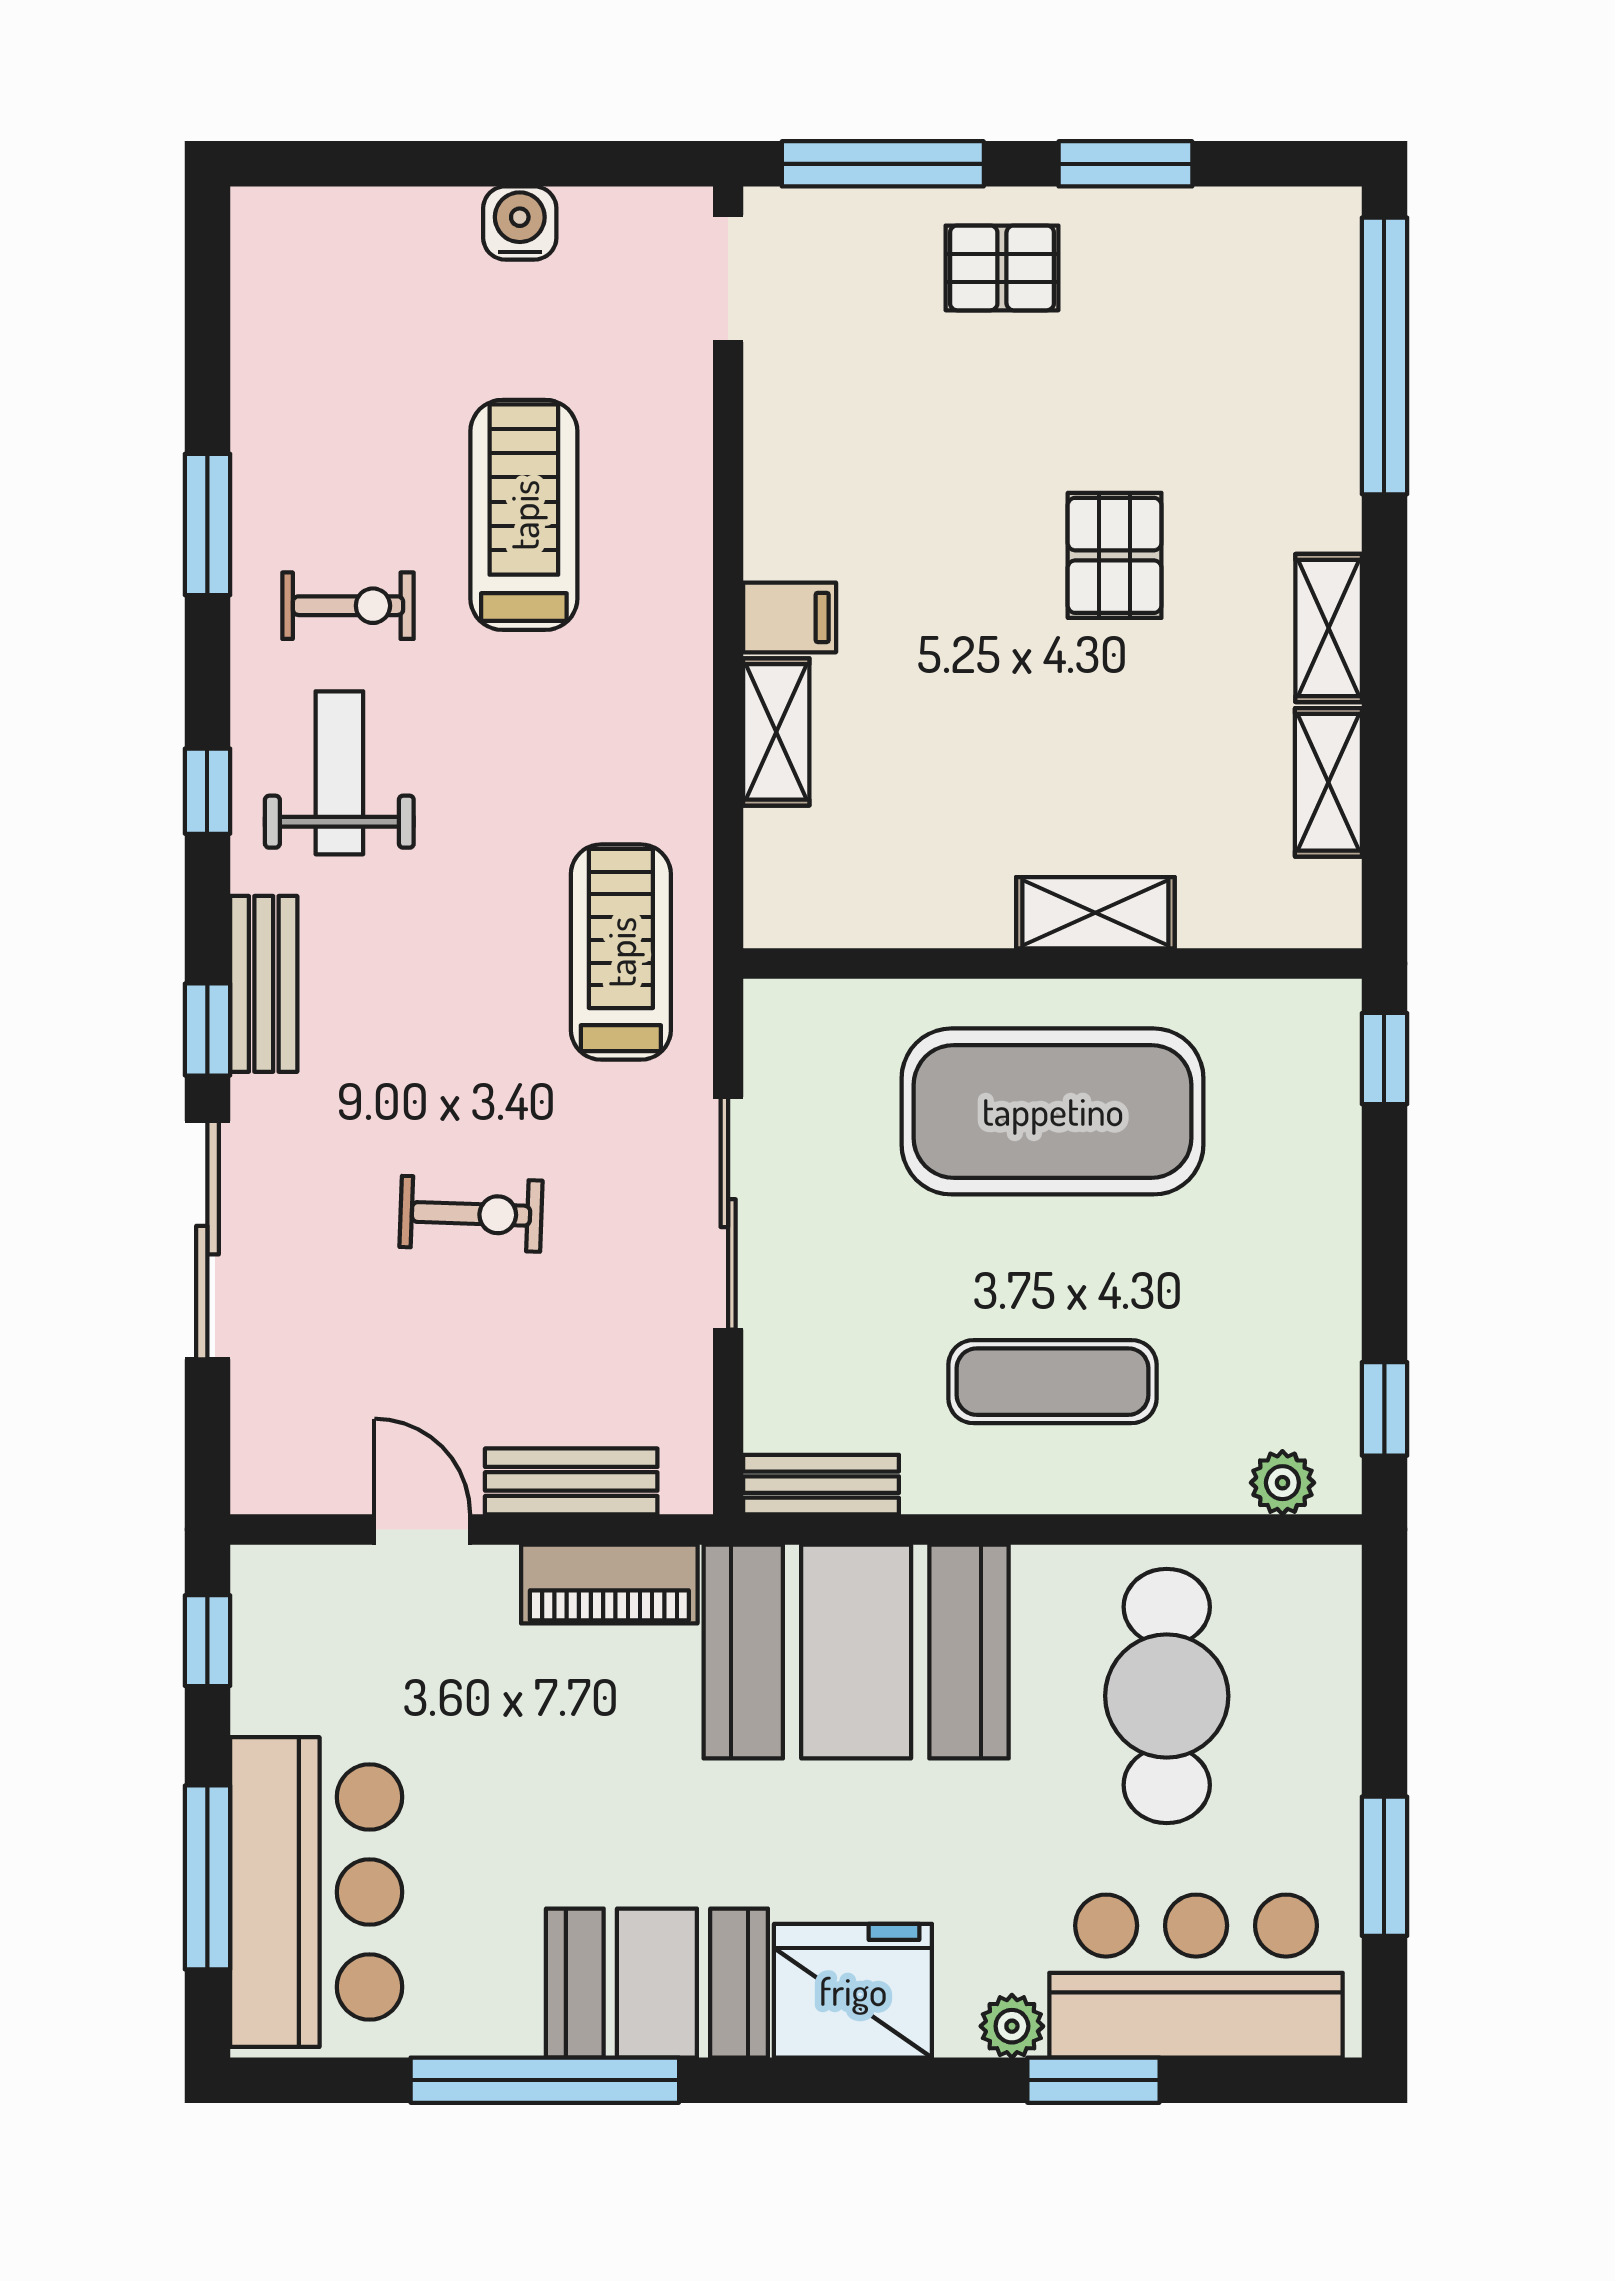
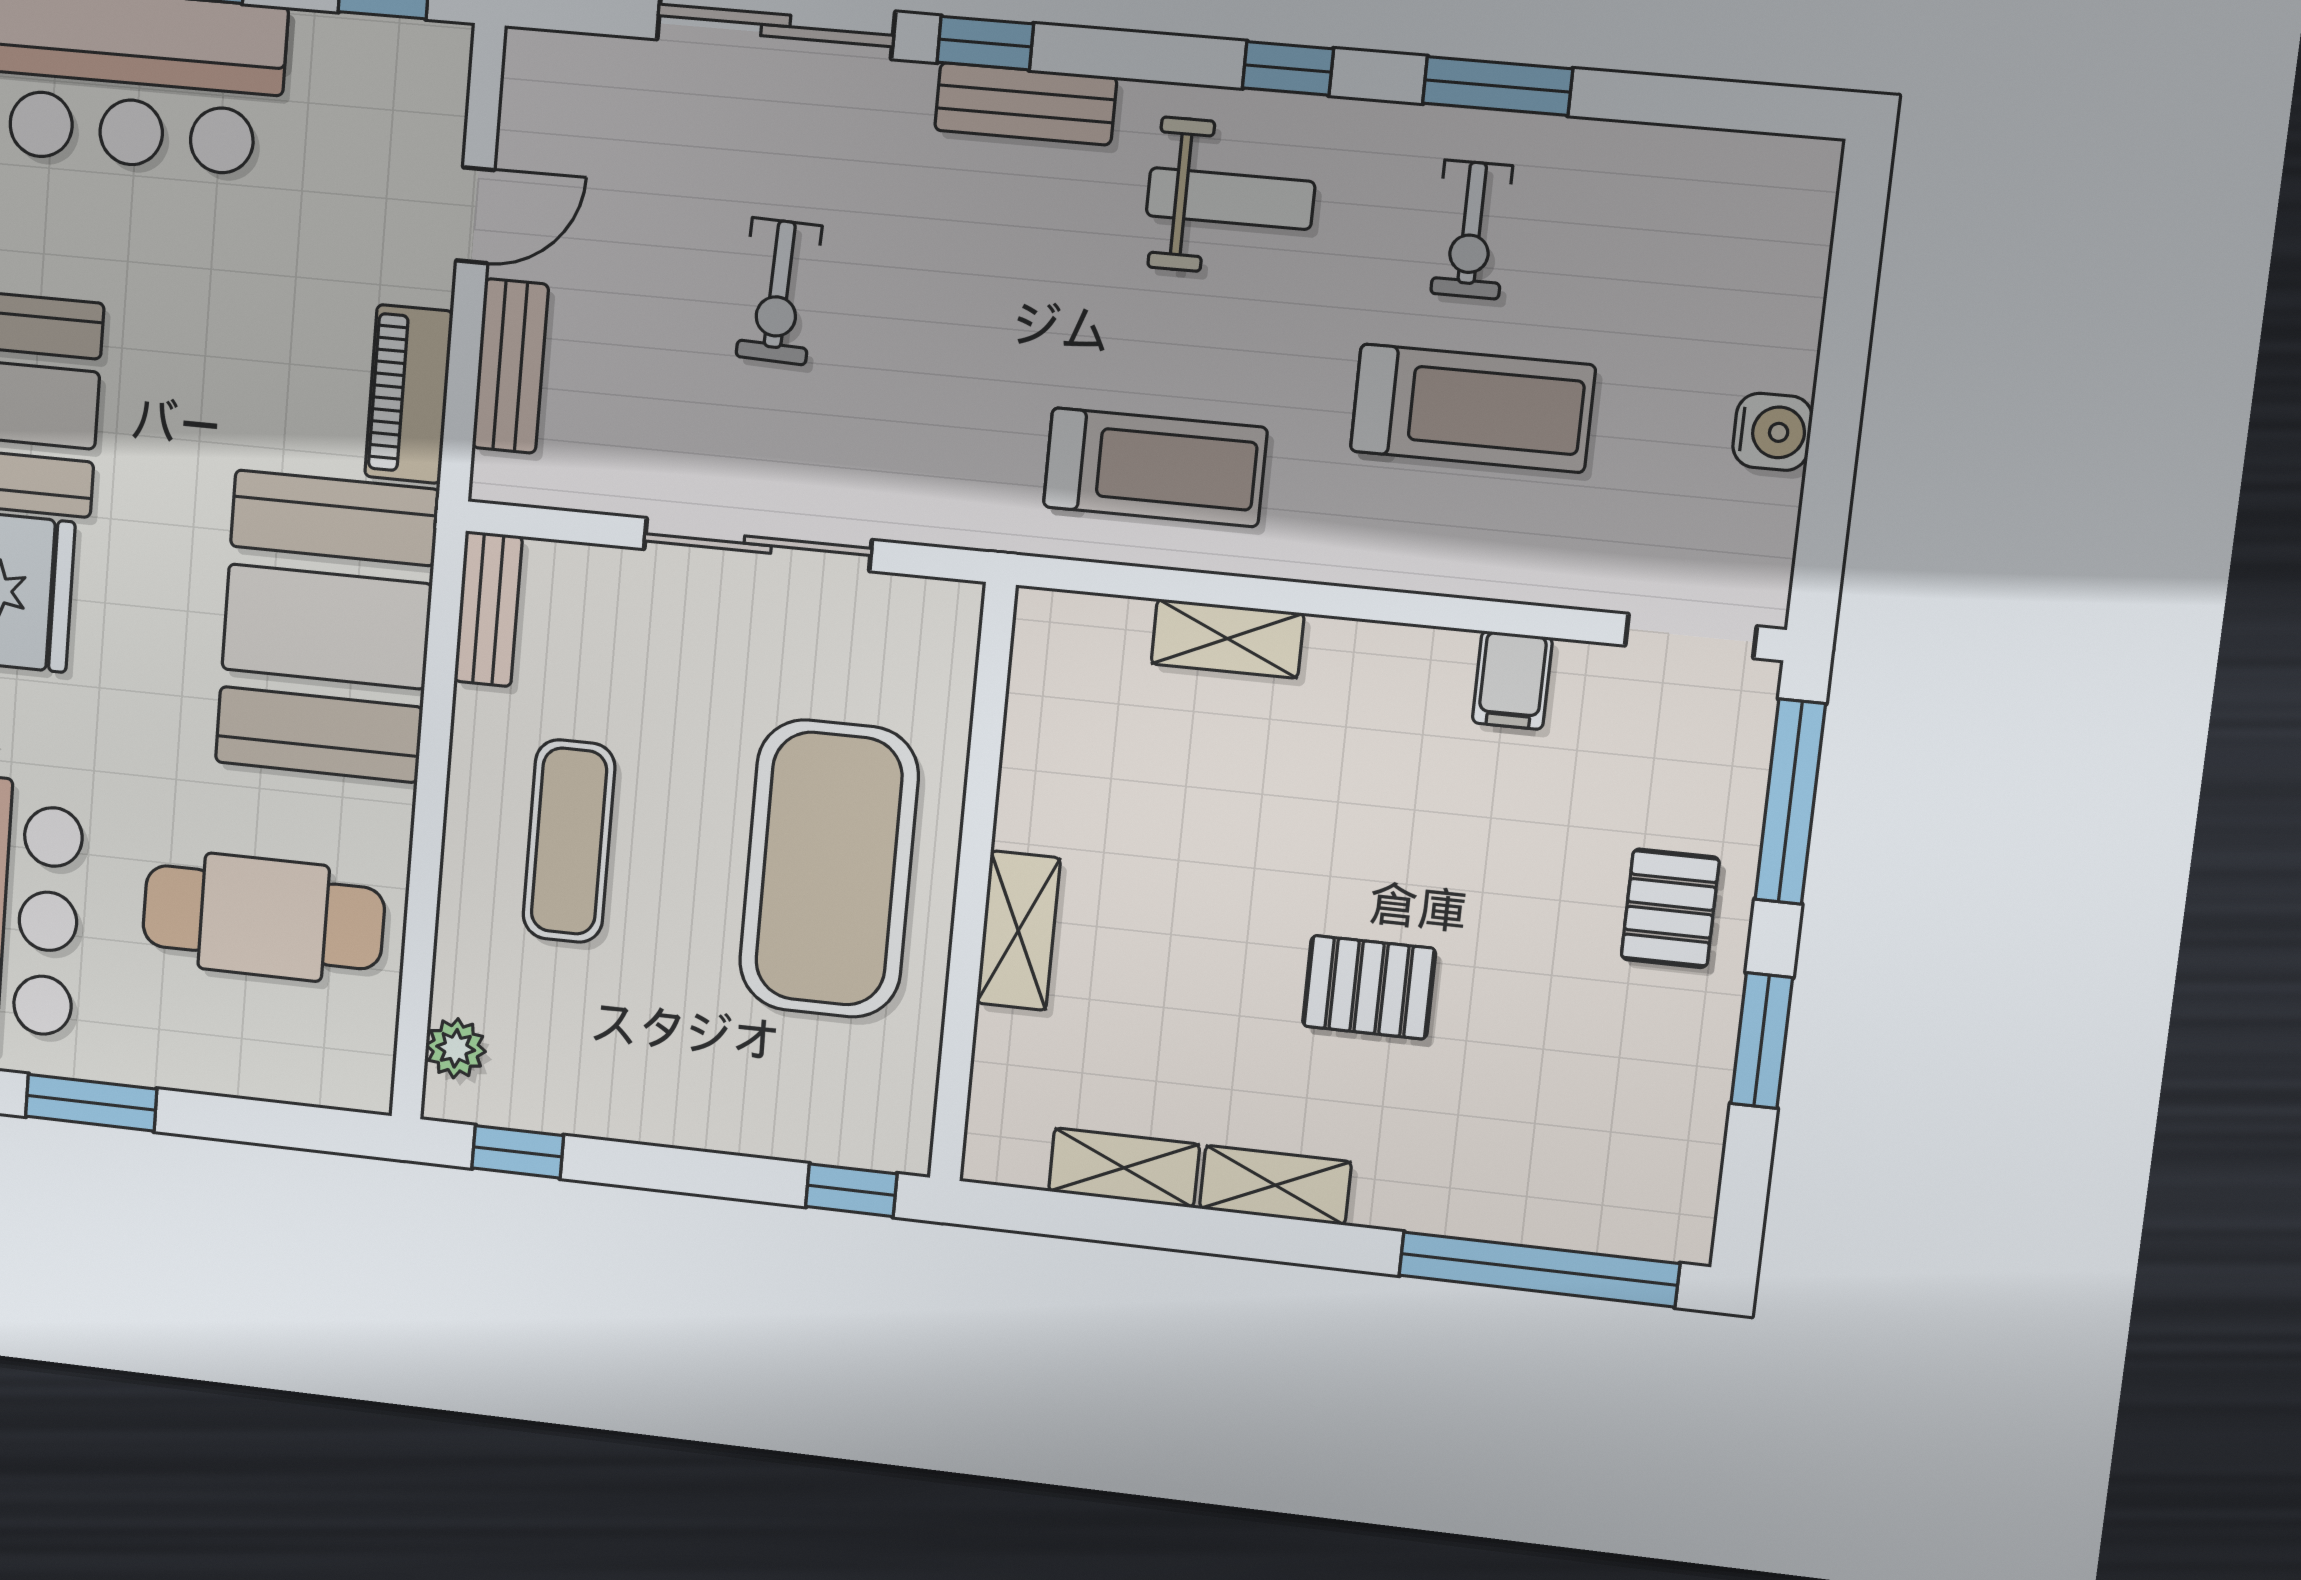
exercise bike: (348, 606) -> (1472, 230), moved
filing cabinet: (790, 617) -> (1512, 680), moved
window: (207, 791) -> (1288, 68), moved
treadmill: (621, 952) -> (1155, 467), moved

